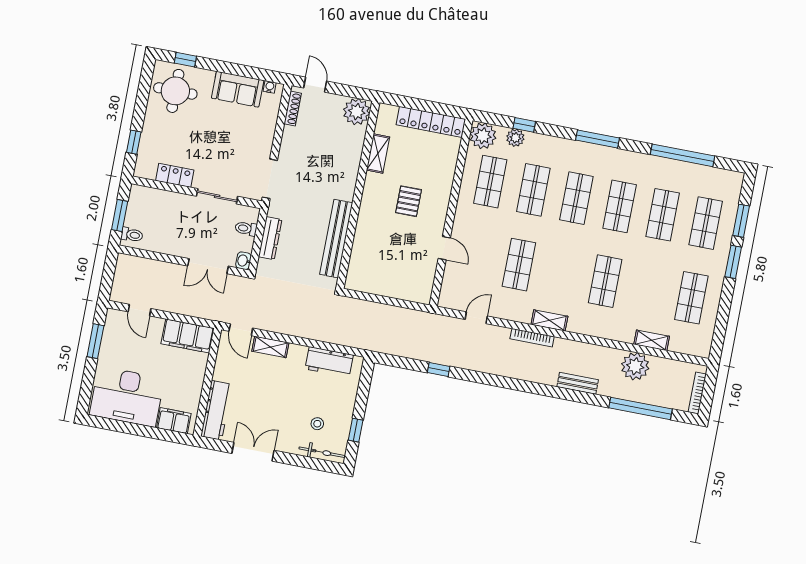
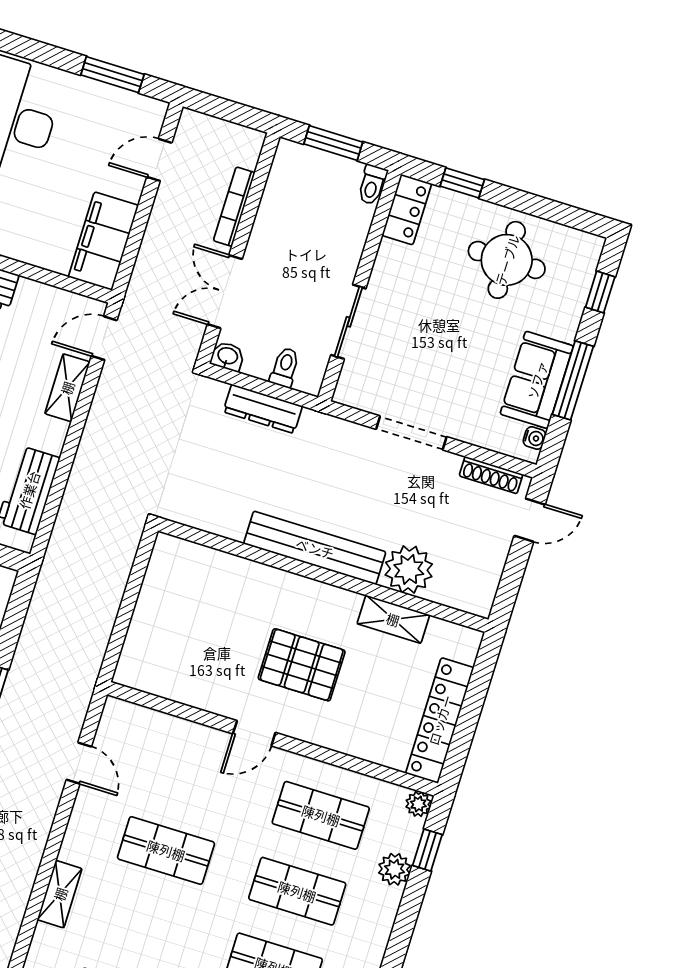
window: (236, 69) -> (573, 380), added
round table: (175, 91) -> (507, 260), moved
plant: (357, 112) -> (409, 569), moved
window: (524, 125) -> (427, 850), moved
plant: (483, 136) -> (418, 804), width x0.53, depth x0.53
locker: (175, 175) -> (407, 209), moved
doorway: (270, 179) -> (411, 433), moved
pallet: (409, 201) -> (302, 665), width x1.50, depth x1.42
toilet: (132, 235) -> (372, 185), moved
bench: (336, 239) -> (315, 548), moved
door: (444, 248) -> (254, 733), moved
bookcase: (532, 338) -> (234, 207), moved

